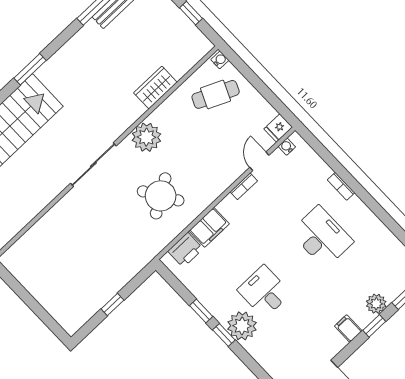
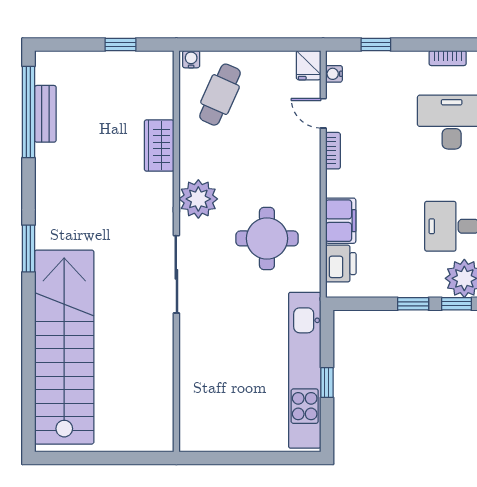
window: (325, 154) -> (376, 45), added
bookcase: (341, 186) -> (448, 58), moved
round table: (161, 196) -> (267, 238), turned 32
kitchen unit: (108, 286) -> (305, 370), added

